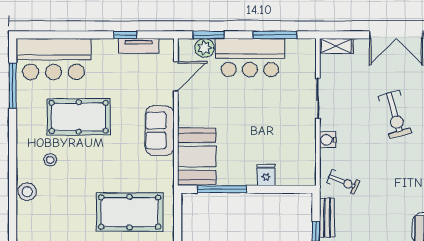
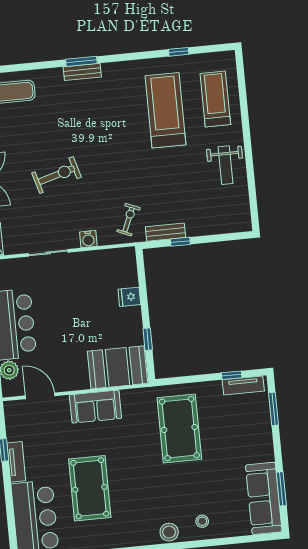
tv unit: (139, 46) -> (16, 462), moved
stool: (50, 160) -> (202, 521), moved
window: (222, 189) -> (148, 339), width x0.46

